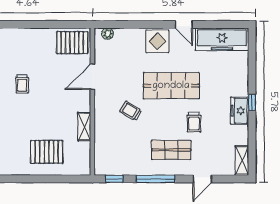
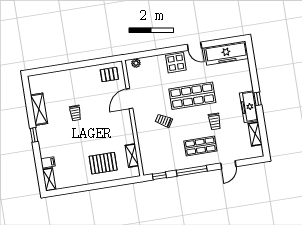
pallet: (72, 43) -> (109, 74), width x0.67, depth x0.71
freezer: (240, 111) -> (249, 107), width x1.40
shelving: (84, 126) -> (132, 156), moved
shelving: (242, 160) -> (255, 134), moved

